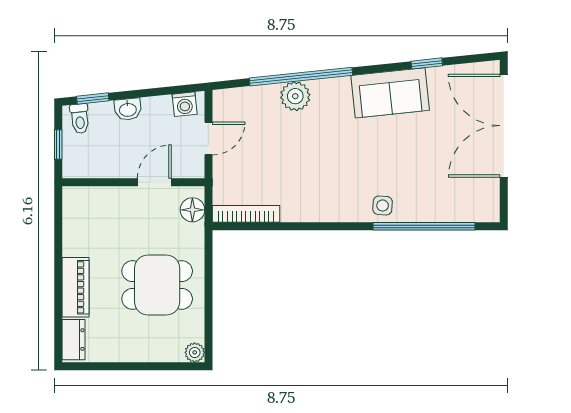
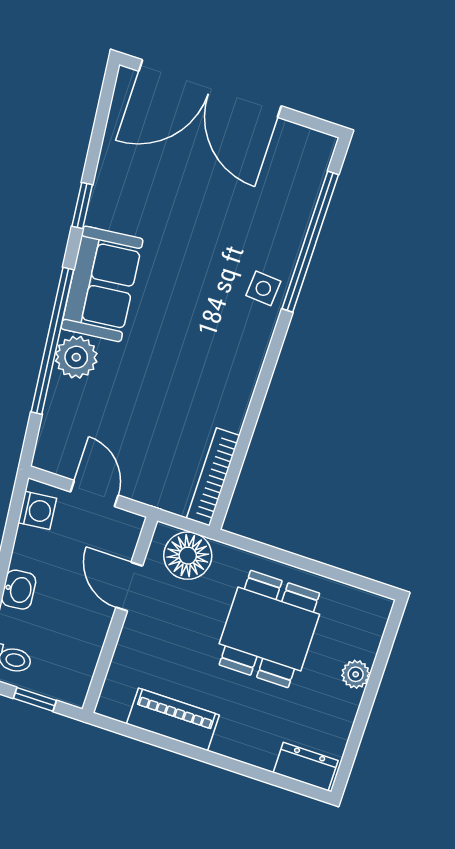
window: (427, 63) -> (82, 206), moved
sofa: (390, 93) -> (102, 284), moved
floor lamp: (192, 210) -> (188, 556), width x1.38, depth x1.38
piano: (76, 287) -> (173, 719), moved
plant: (195, 352) -> (356, 674), moved

